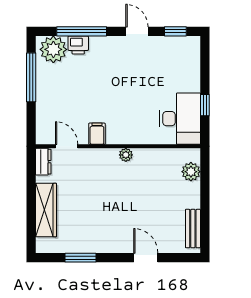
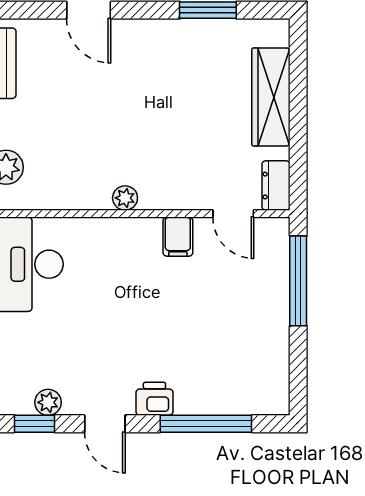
printer: (78, 45) -> (154, 399), moved
plant: (53, 49) -> (48, 402), moved, width x0.53, depth x0.53
window: (31, 77) -> (298, 281), moved

